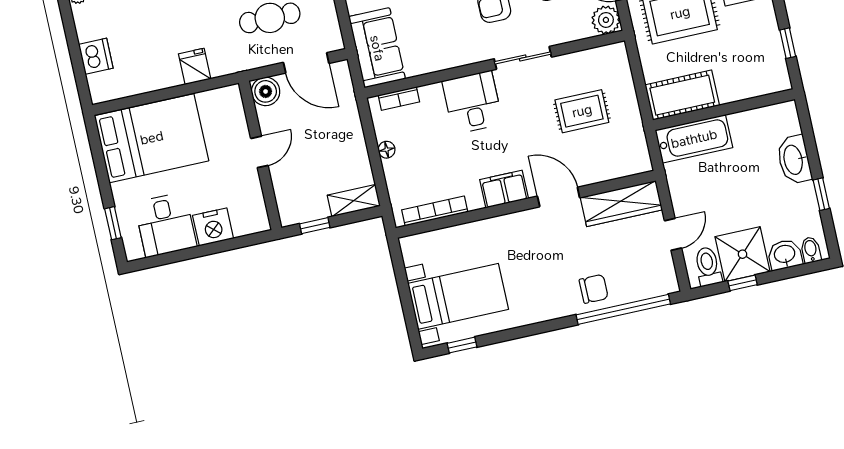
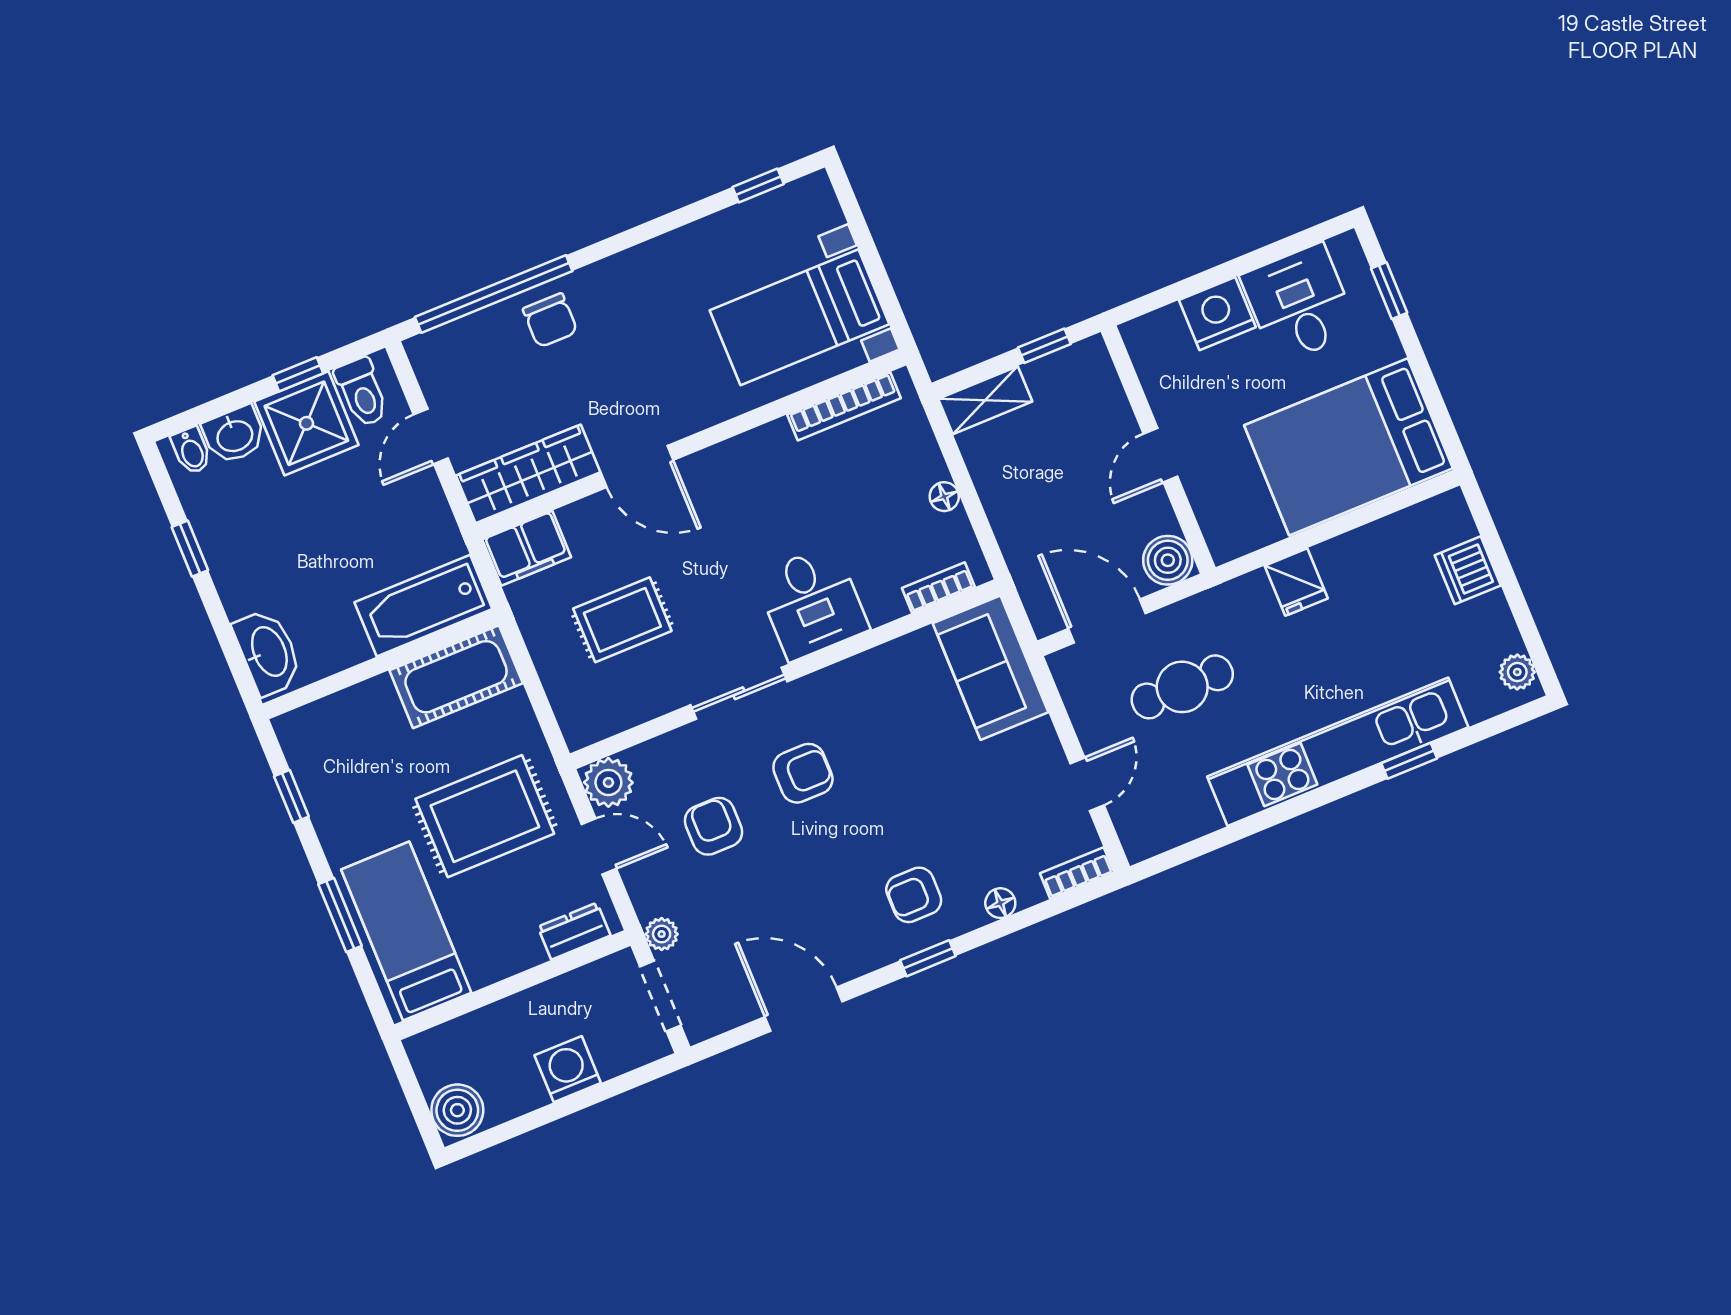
washbasin: (794, 160) -> (268, 652), moved
filing cabinet: (504, 189) -> (527, 548), moved
chair: (594, 289) -> (550, 320), turned -90
bed with nightstands: (458, 296) -> (799, 317), moved

